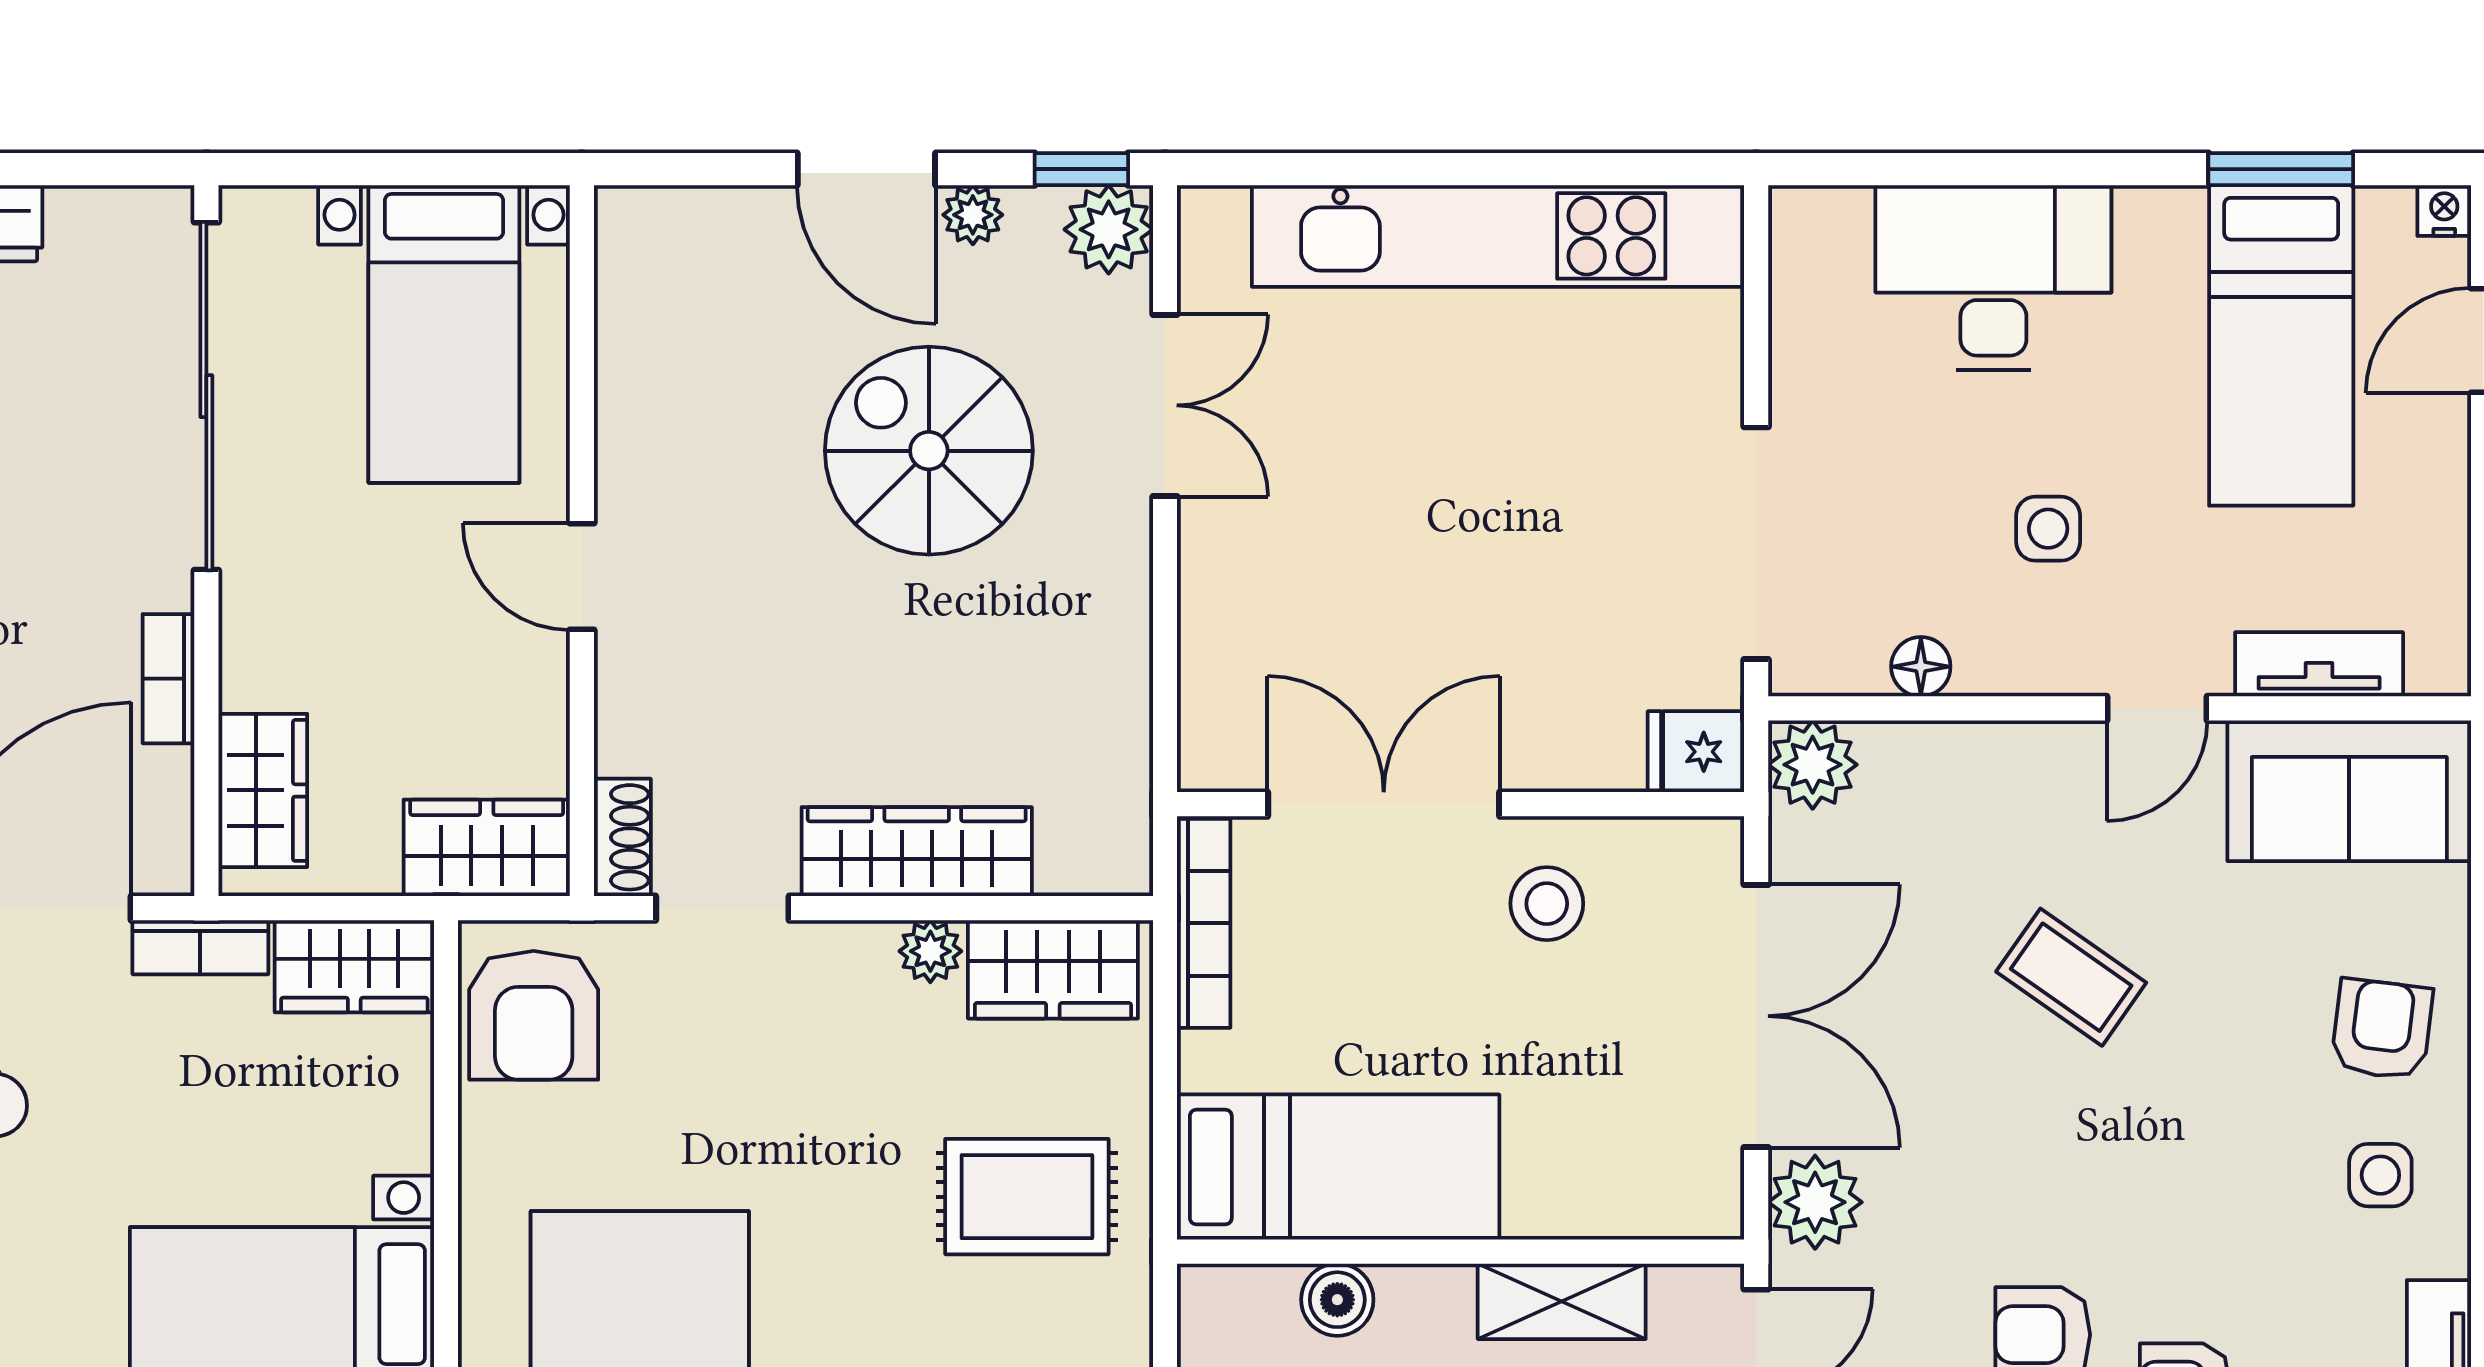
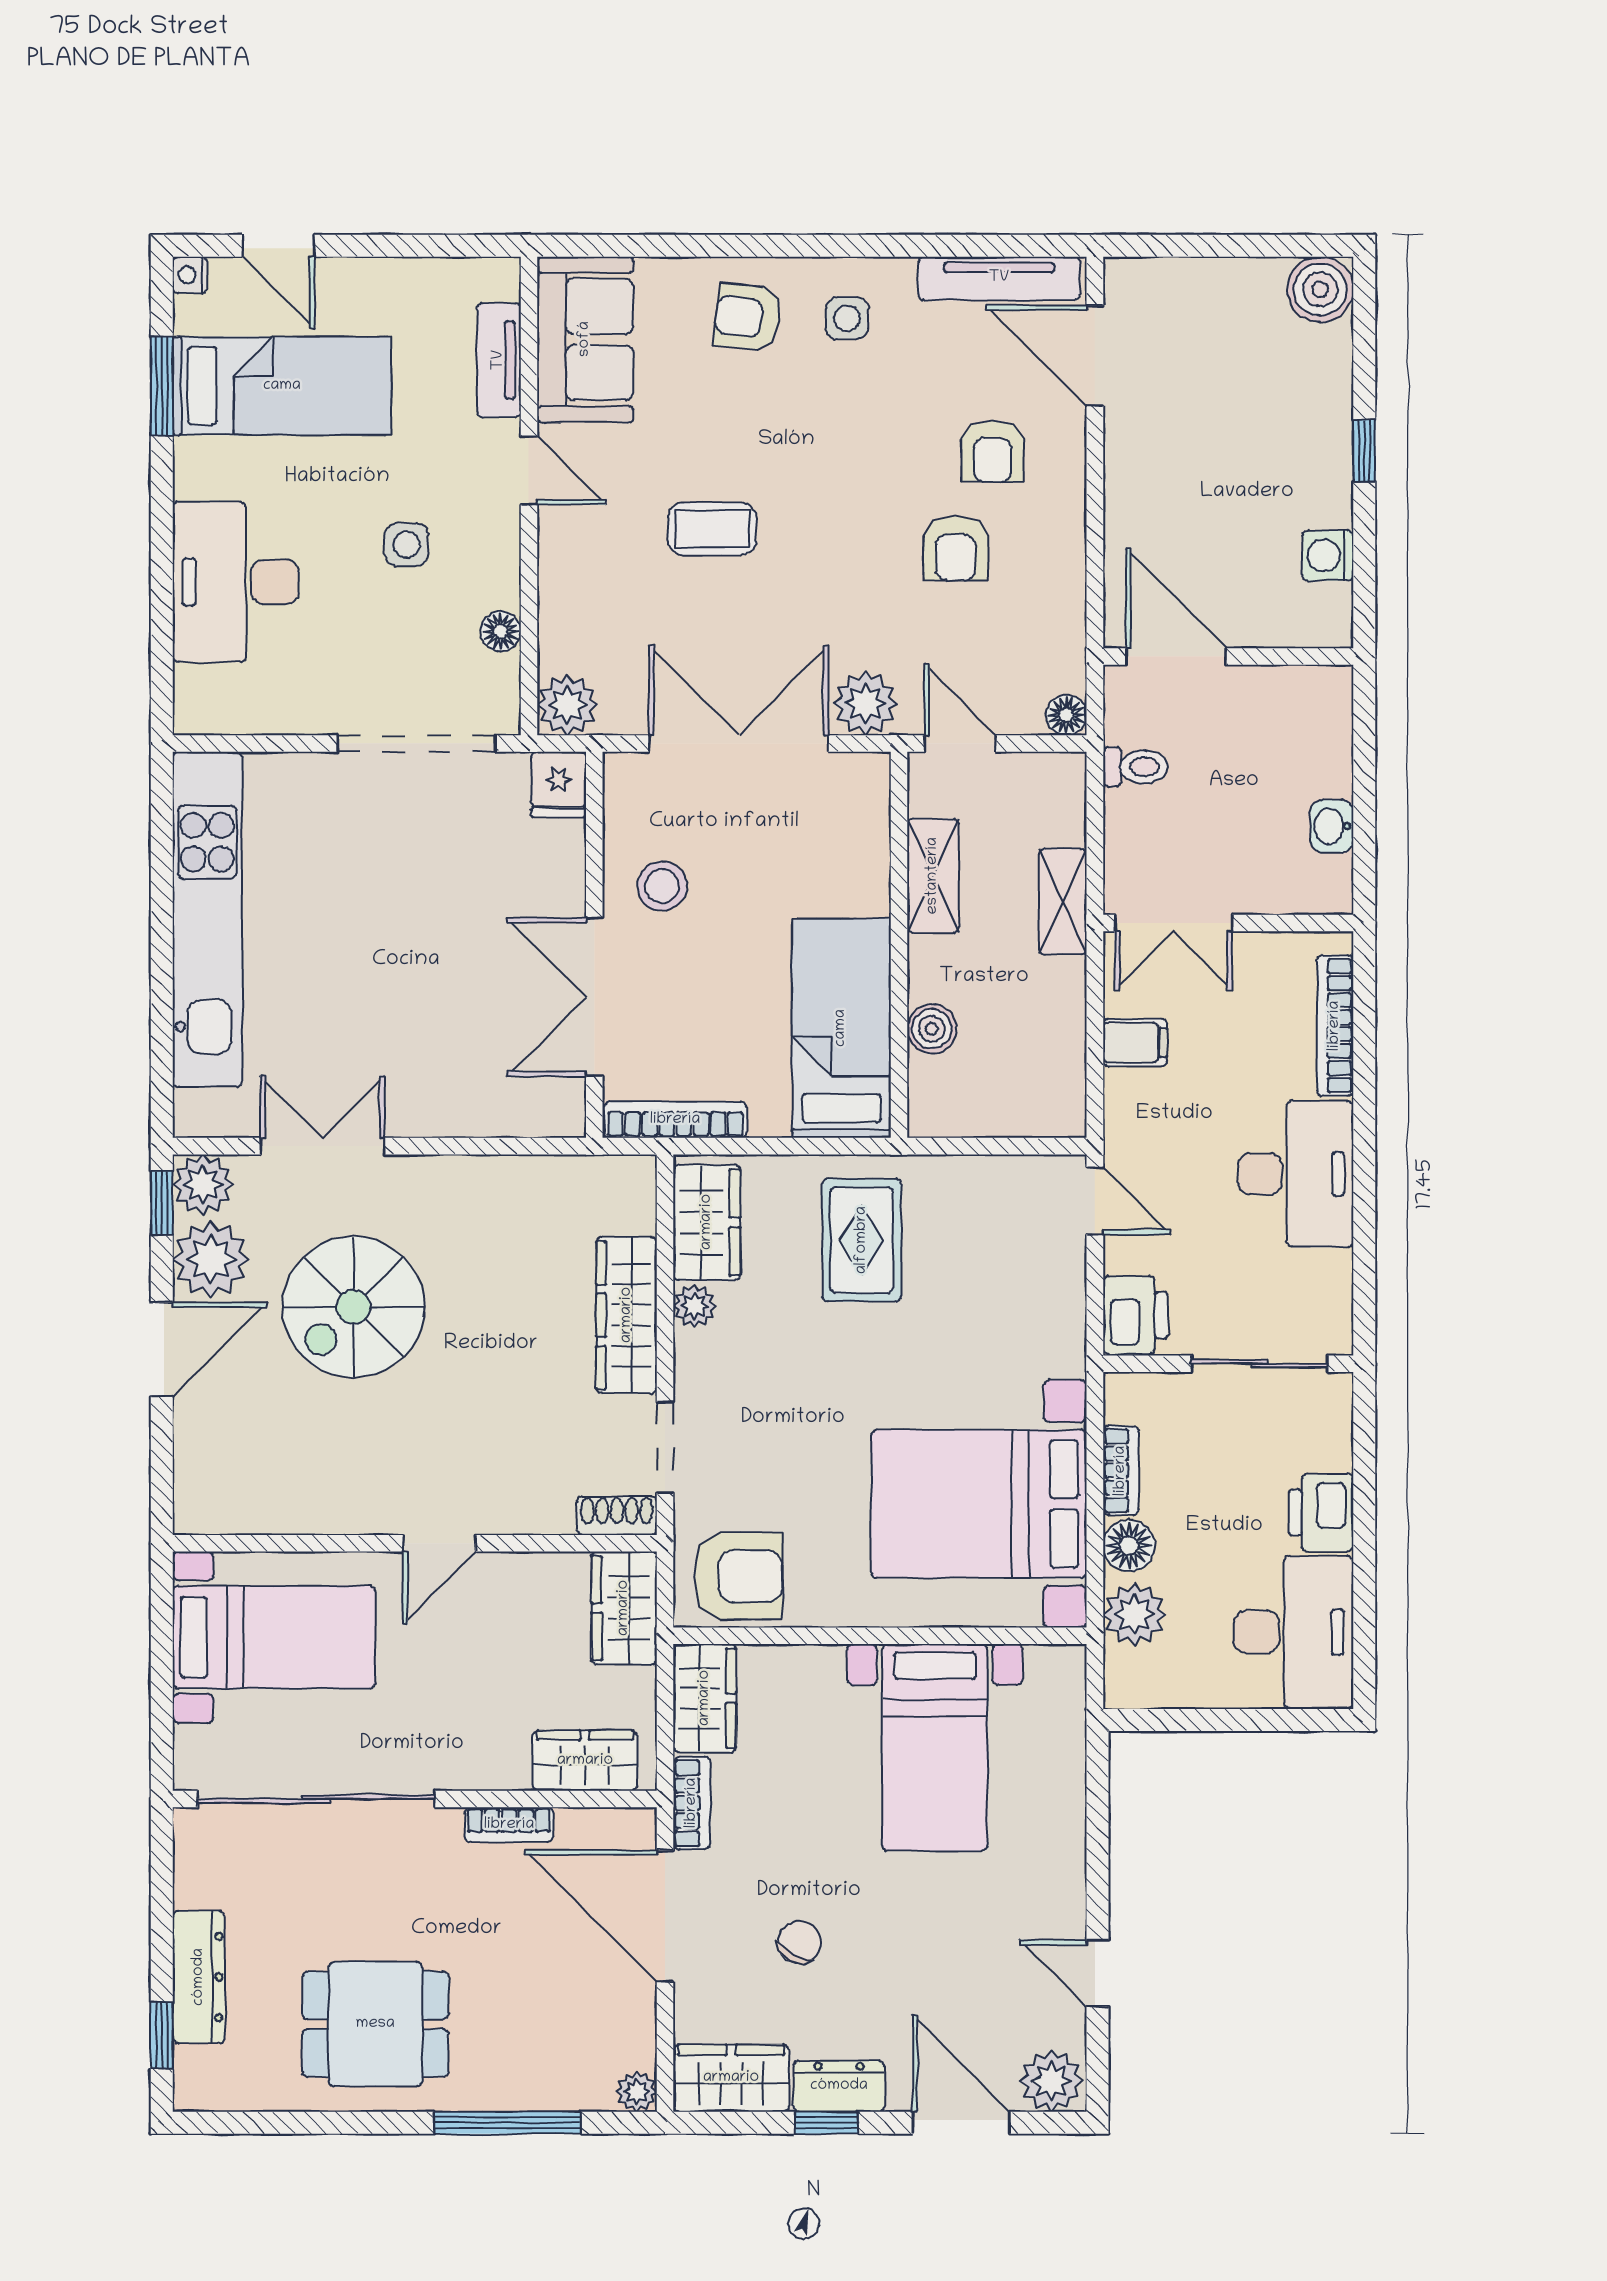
plant: (973, 215) -> (211, 1259), width x1.88, depth x1.88
coffee table: (2071, 977) -> (712, 529), turned 55

